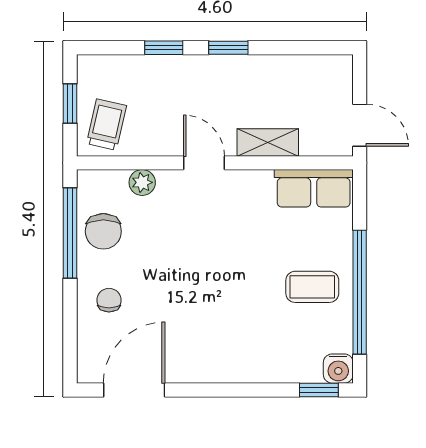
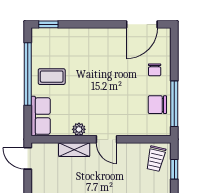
plant: (142, 182) -> (79, 129), moved
row of seats: (314, 188) -> (41, 116), moved, turned 90
chair: (103, 231) -> (157, 105), turned -90
water cooler: (338, 369) -> (39, 35), removed

